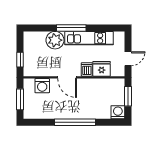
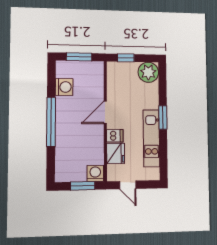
window: (71, 28) -> (163, 117), width x0.69
plant: (55, 40) -> (148, 72), moved
washing machine: (42, 86) -> (64, 87), moved, turned 180
washing machine: (118, 112) -> (95, 173), moved, turned -90

